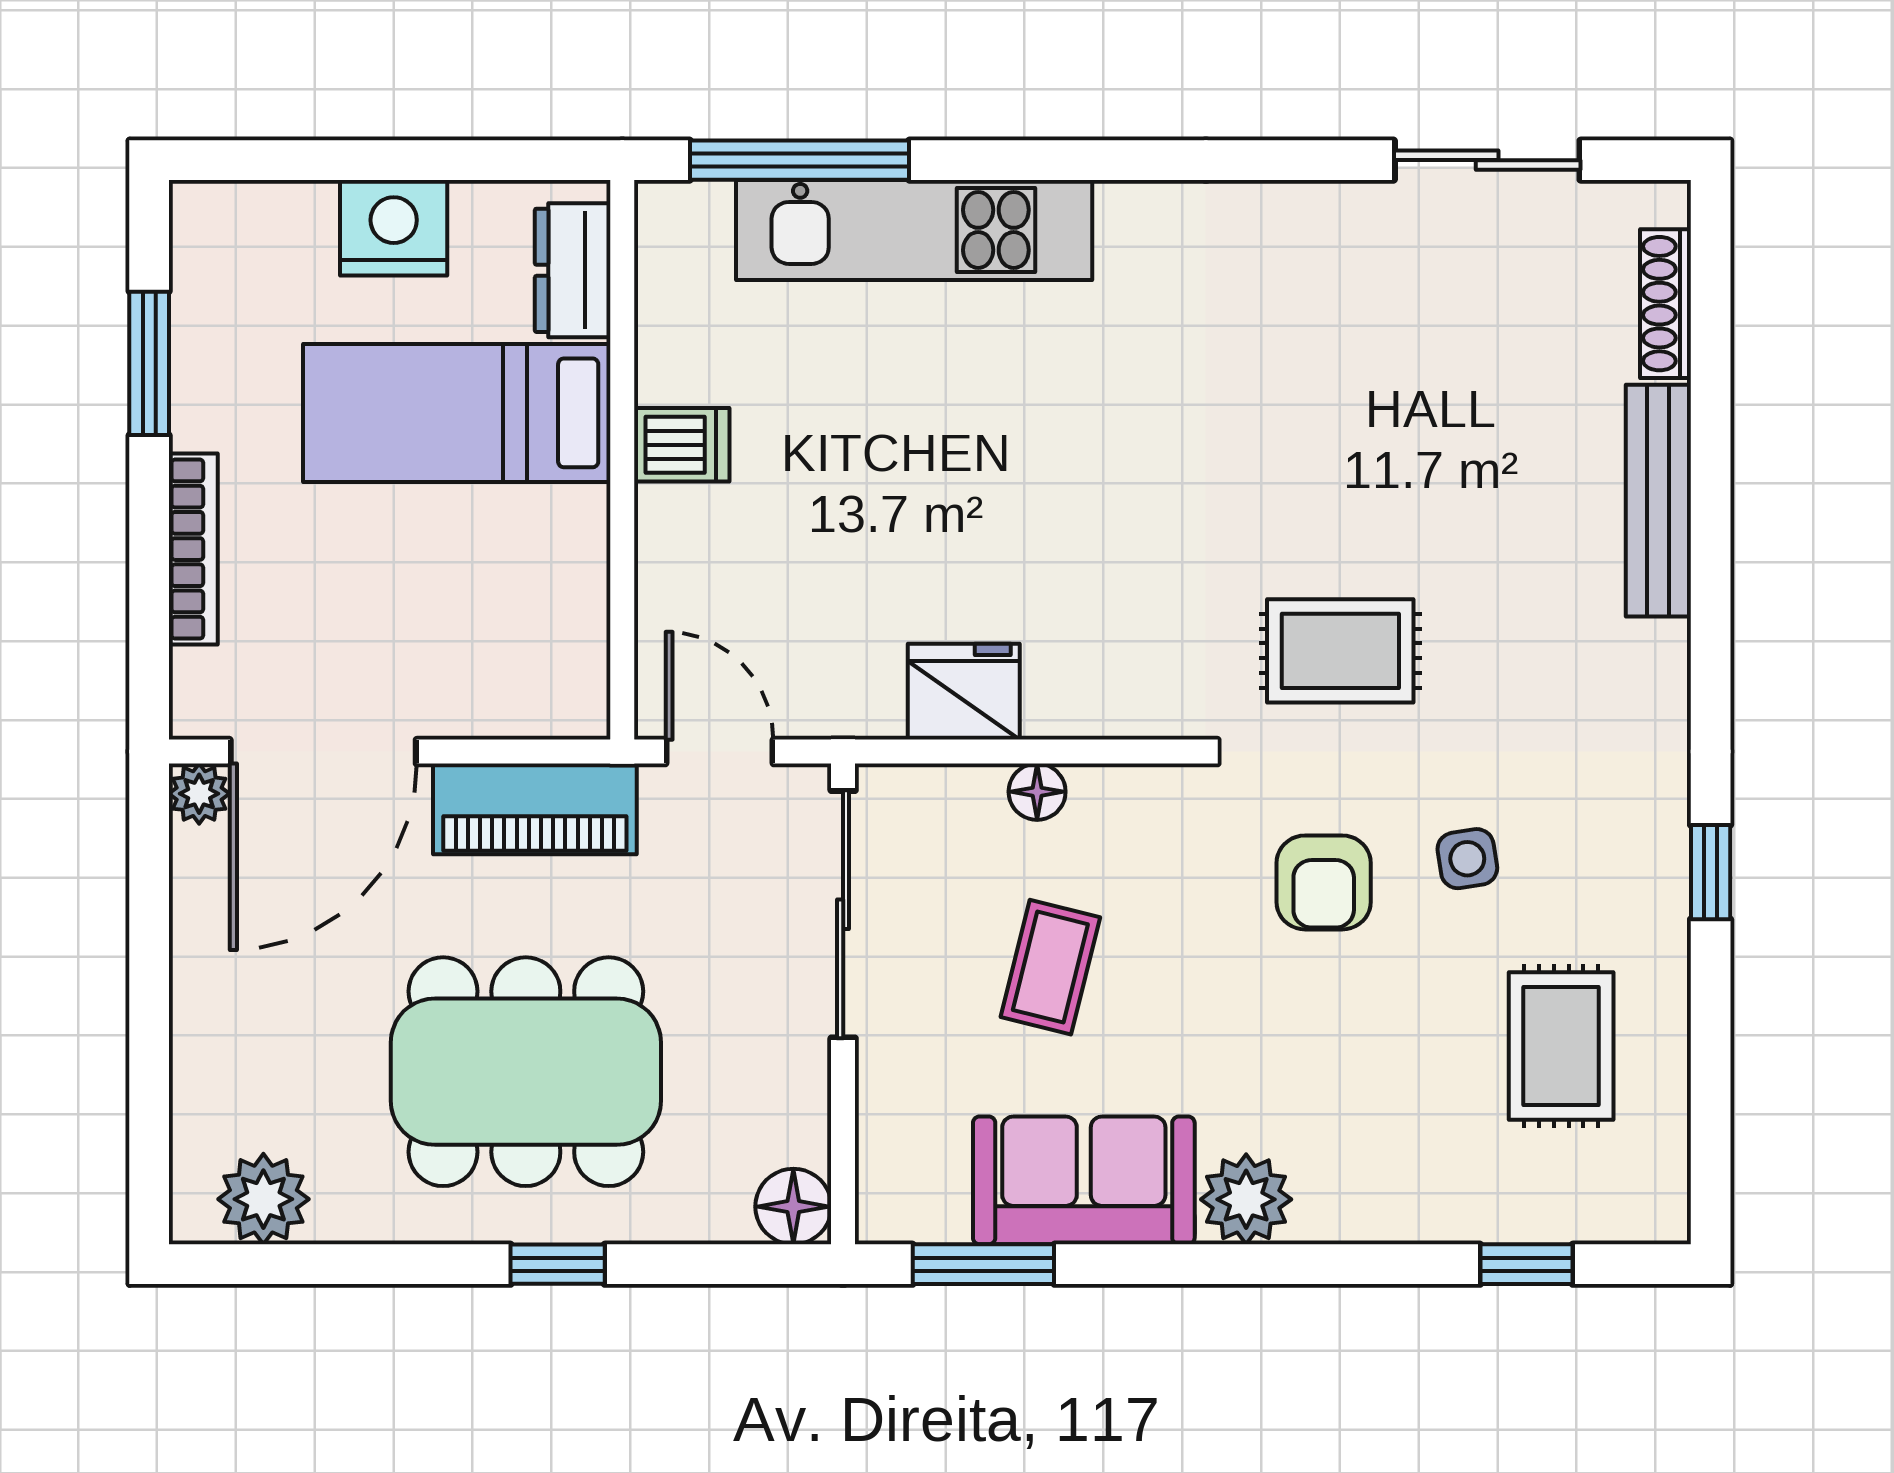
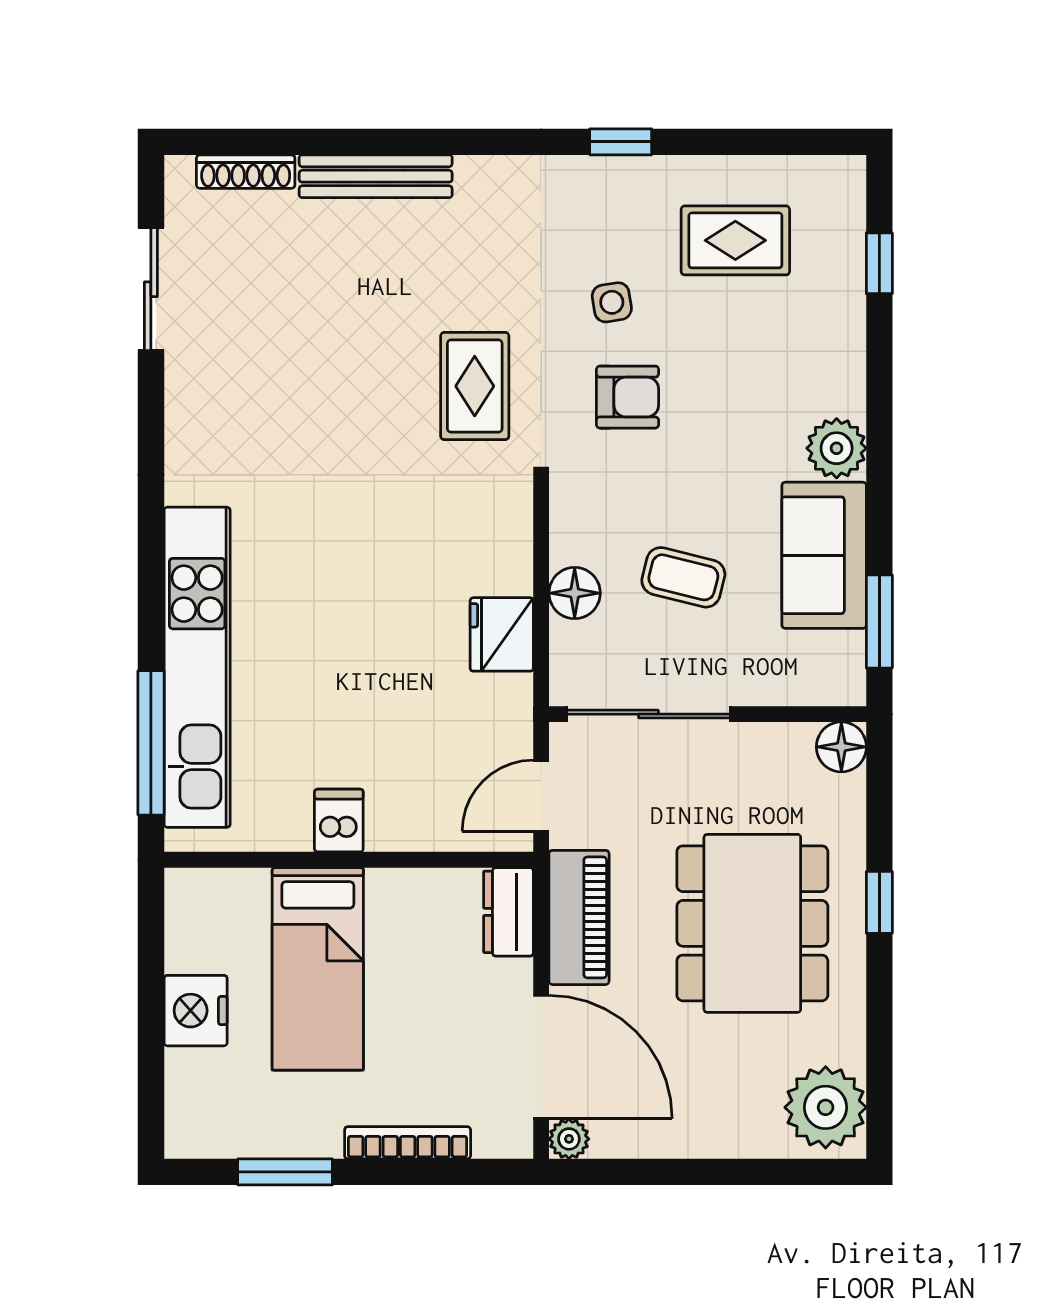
kitchen unit: (914, 230) -> (197, 667), width x1.36
dresser: (573, 270) -> (508, 912), moved, turned 90
floor lamp: (1037, 792) -> (575, 593), width x1.37, depth x1.37
plant: (263, 1199) -> (826, 1107), width x1.36, depth x1.36

